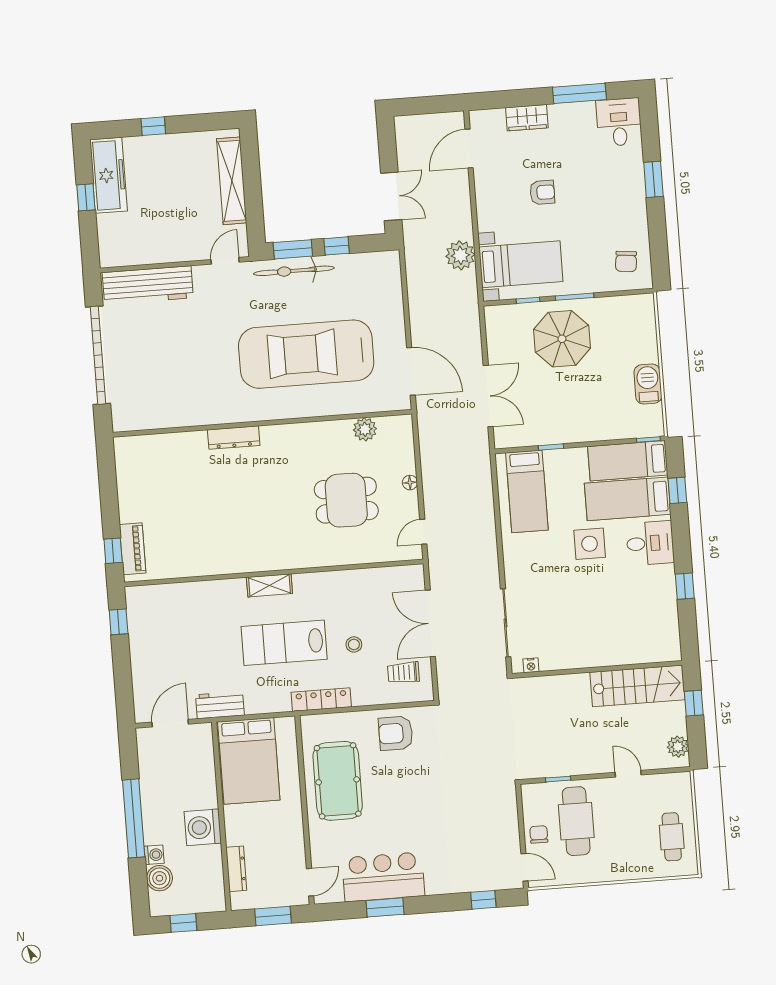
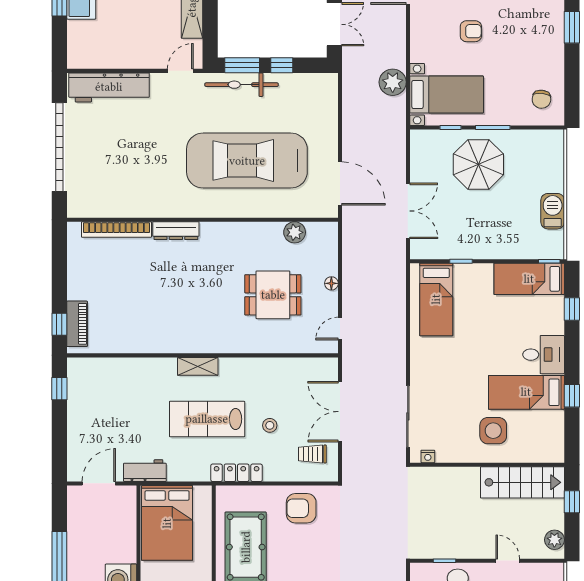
bookcase: (168, 441) -> (116, 230), added
bed: (628, 499) -> (526, 392), moved
side table: (590, 544) -> (493, 431), moved

